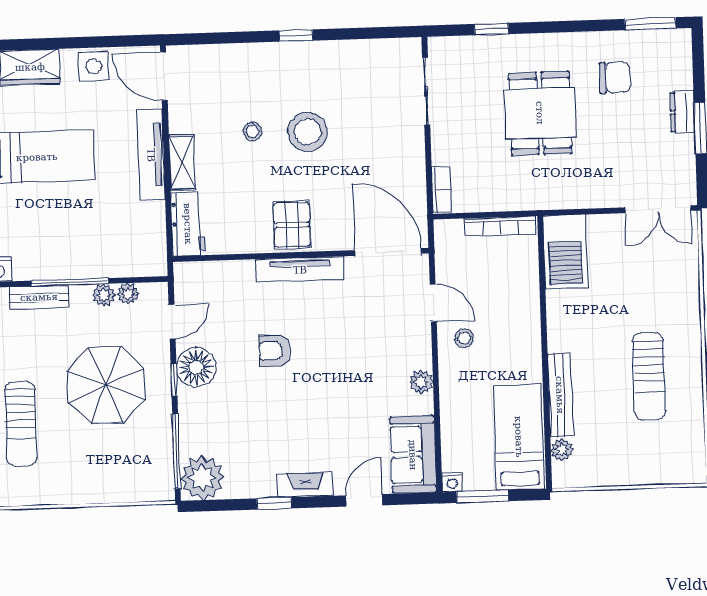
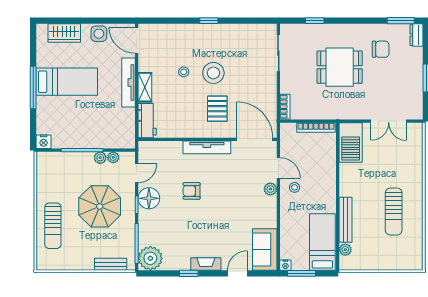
dresser: (682, 112) -> (417, 35), moved
dining table: (540, 113) -> (340, 67), turned 90
double door: (658, 209) -> (389, 121), moved
pallet: (292, 225) -> (217, 109), moved
bench: (39, 297) -> (111, 264), moved
plant: (421, 382) -> (270, 189), moved

